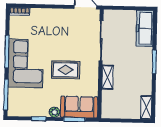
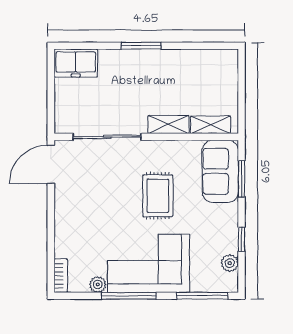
freezer: (145, 28) -> (76, 63), width x0.71
plant: (14, 33) -> (98, 284), added
shelving: (146, 108) -> (210, 125), moved
plant: (54, 112) -> (230, 263), moved

